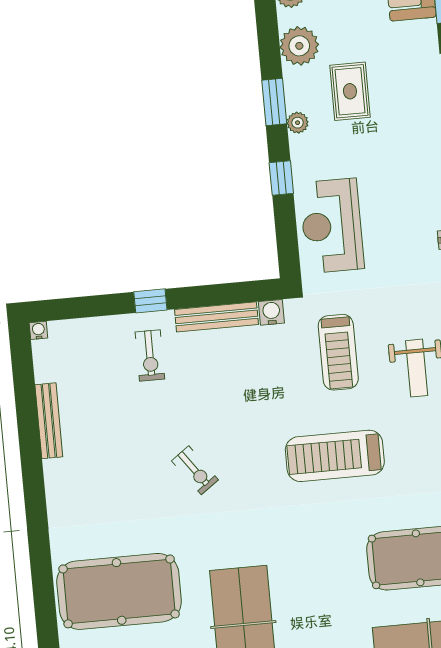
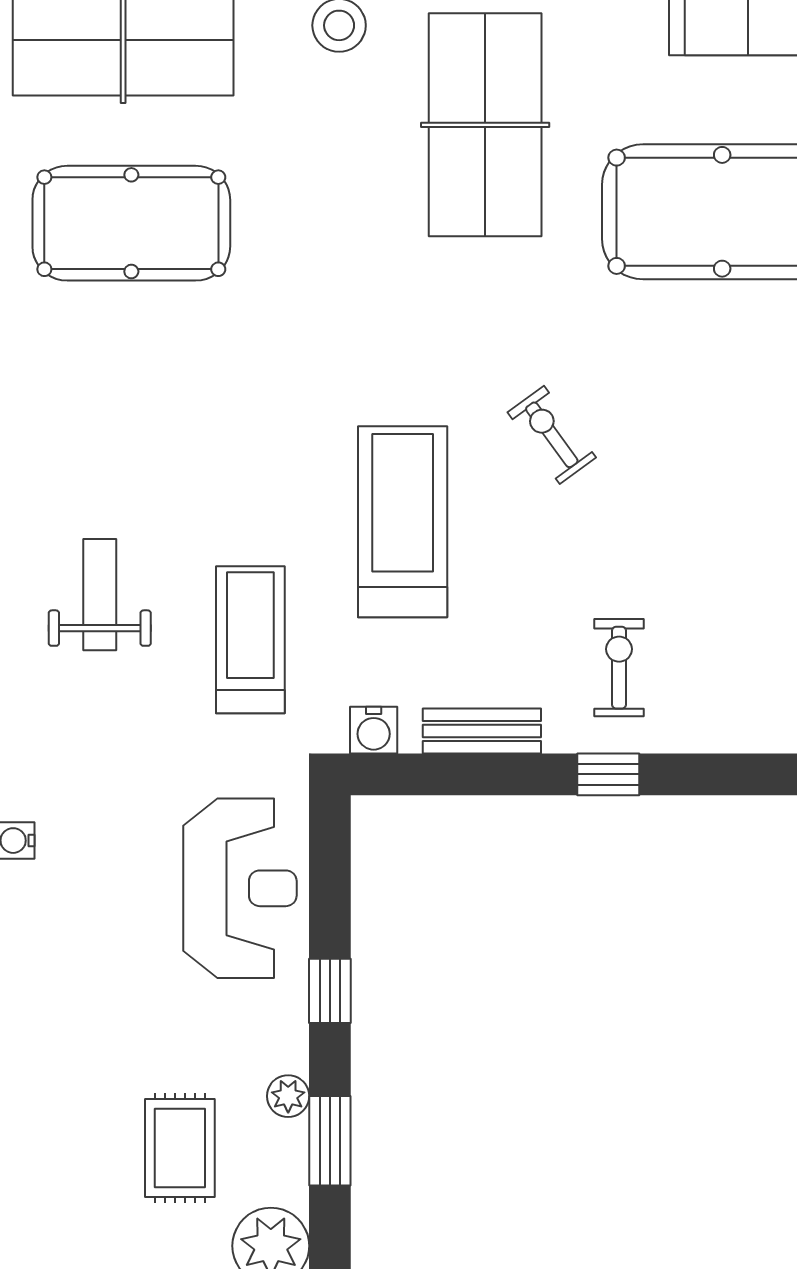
bench: (216, 317) -> (482, 731), width x0.73
treadmill: (335, 456) -> (403, 522), moved, turned -90

